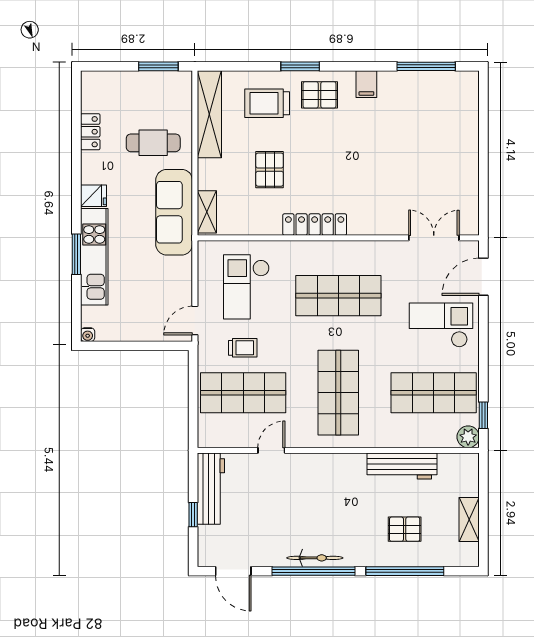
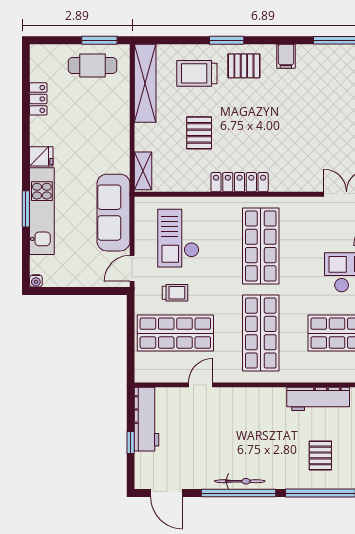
cafe table: (153, 143) -> (92, 66), moved
sofa: (174, 212) -> (113, 213), moved
shop shelf: (338, 296) -> (261, 246), turned 90
pallet: (405, 529) -> (320, 455), turned 90

